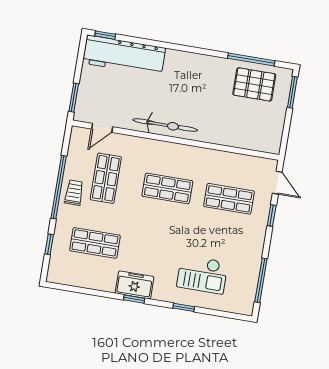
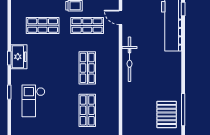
shop shelf: (95, 243) -> (43, 25), turned 90

